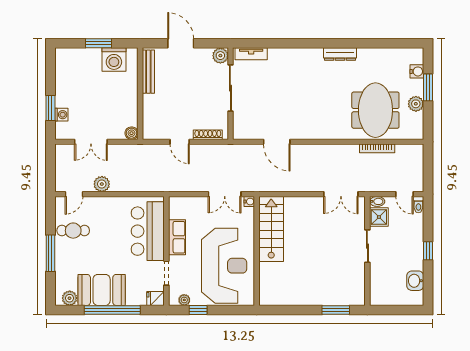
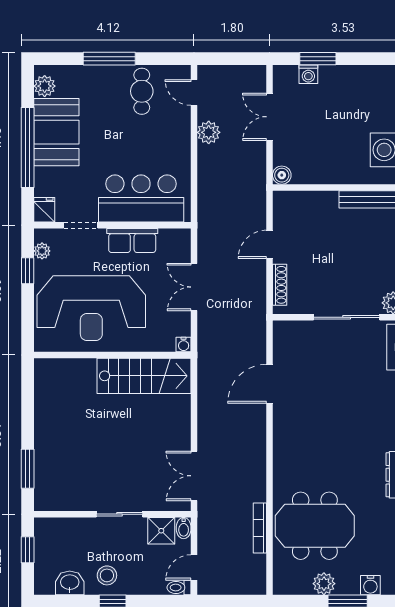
double door: (225, 194) -> (194, 287), moved
stool: (410, 255) -> (107, 575), added
window: (392, 310) -> (28, 550), added

